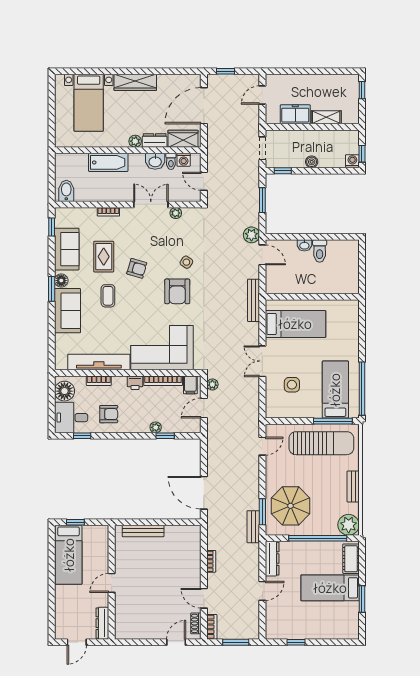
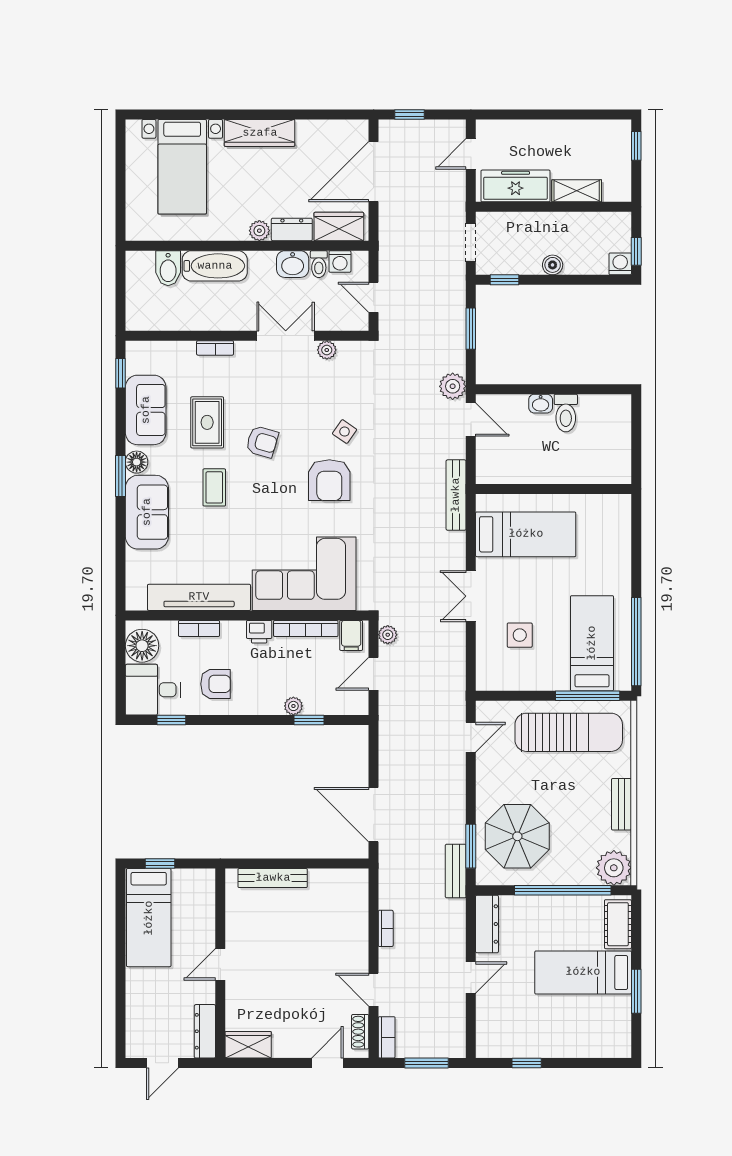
freezer: (295, 114) -> (516, 186), width x1.40
bidet: (66, 191) -> (168, 268), moved, turned 180
wardrobe: (128, 631) -> (248, 1045), added

